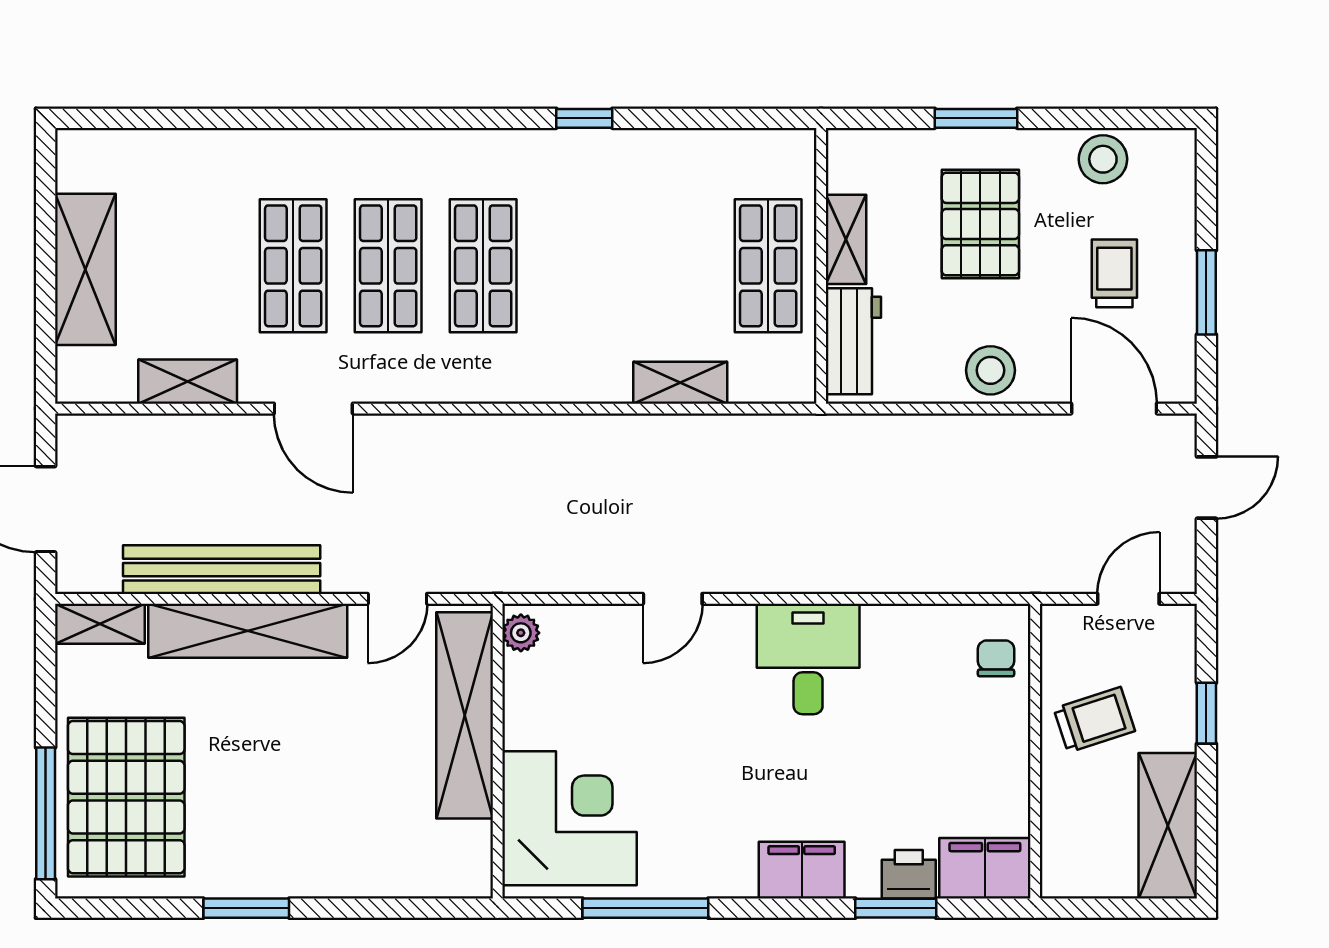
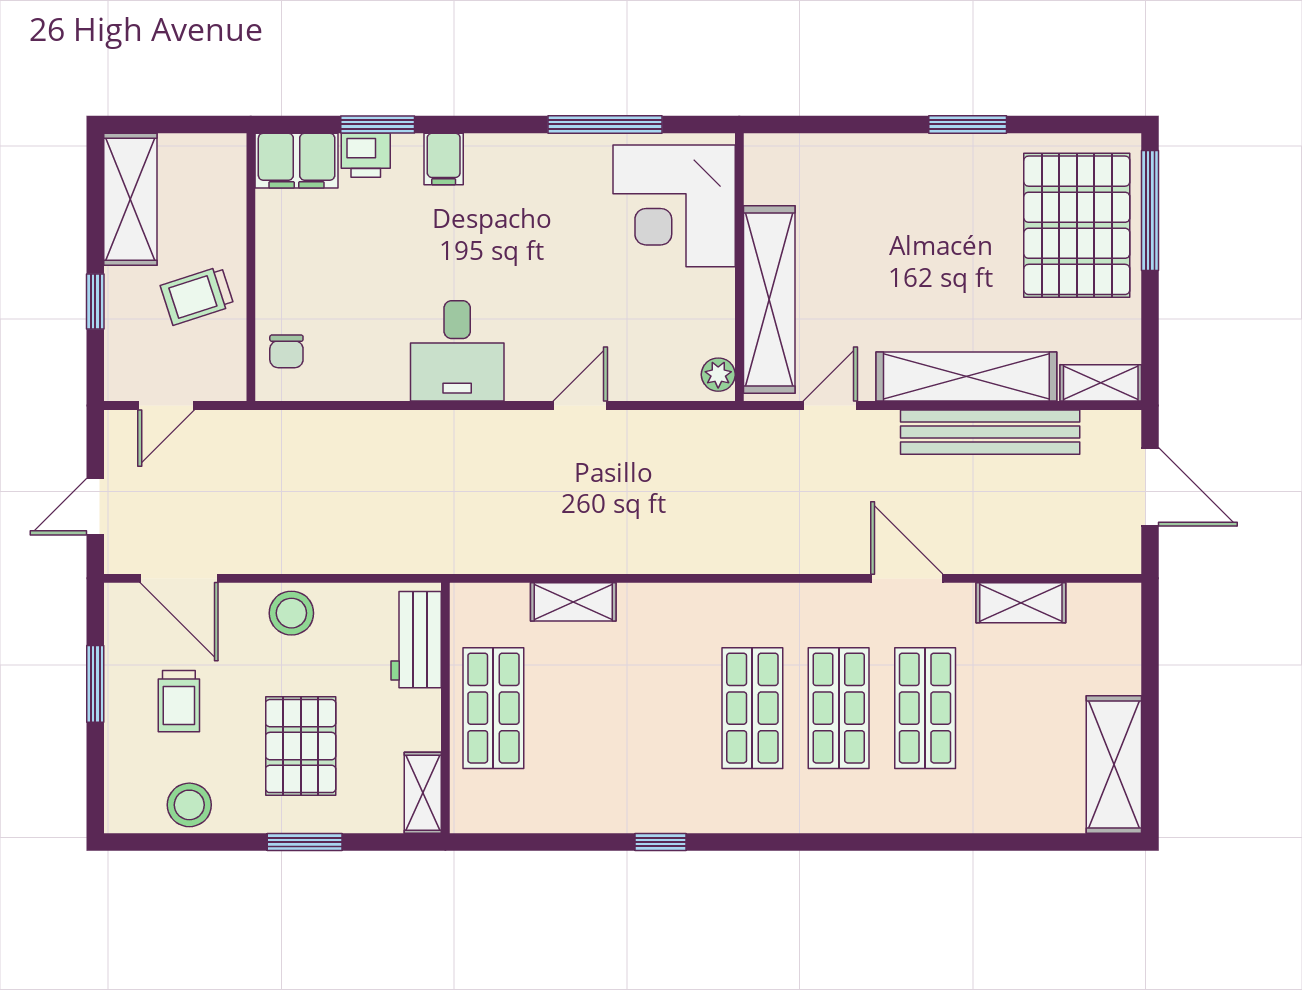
shelving: (846, 239) -> (423, 793), moved
shelving: (85, 269) -> (1114, 765), moved
filing cabinet: (802, 870) -> (444, 159), width x0.50

